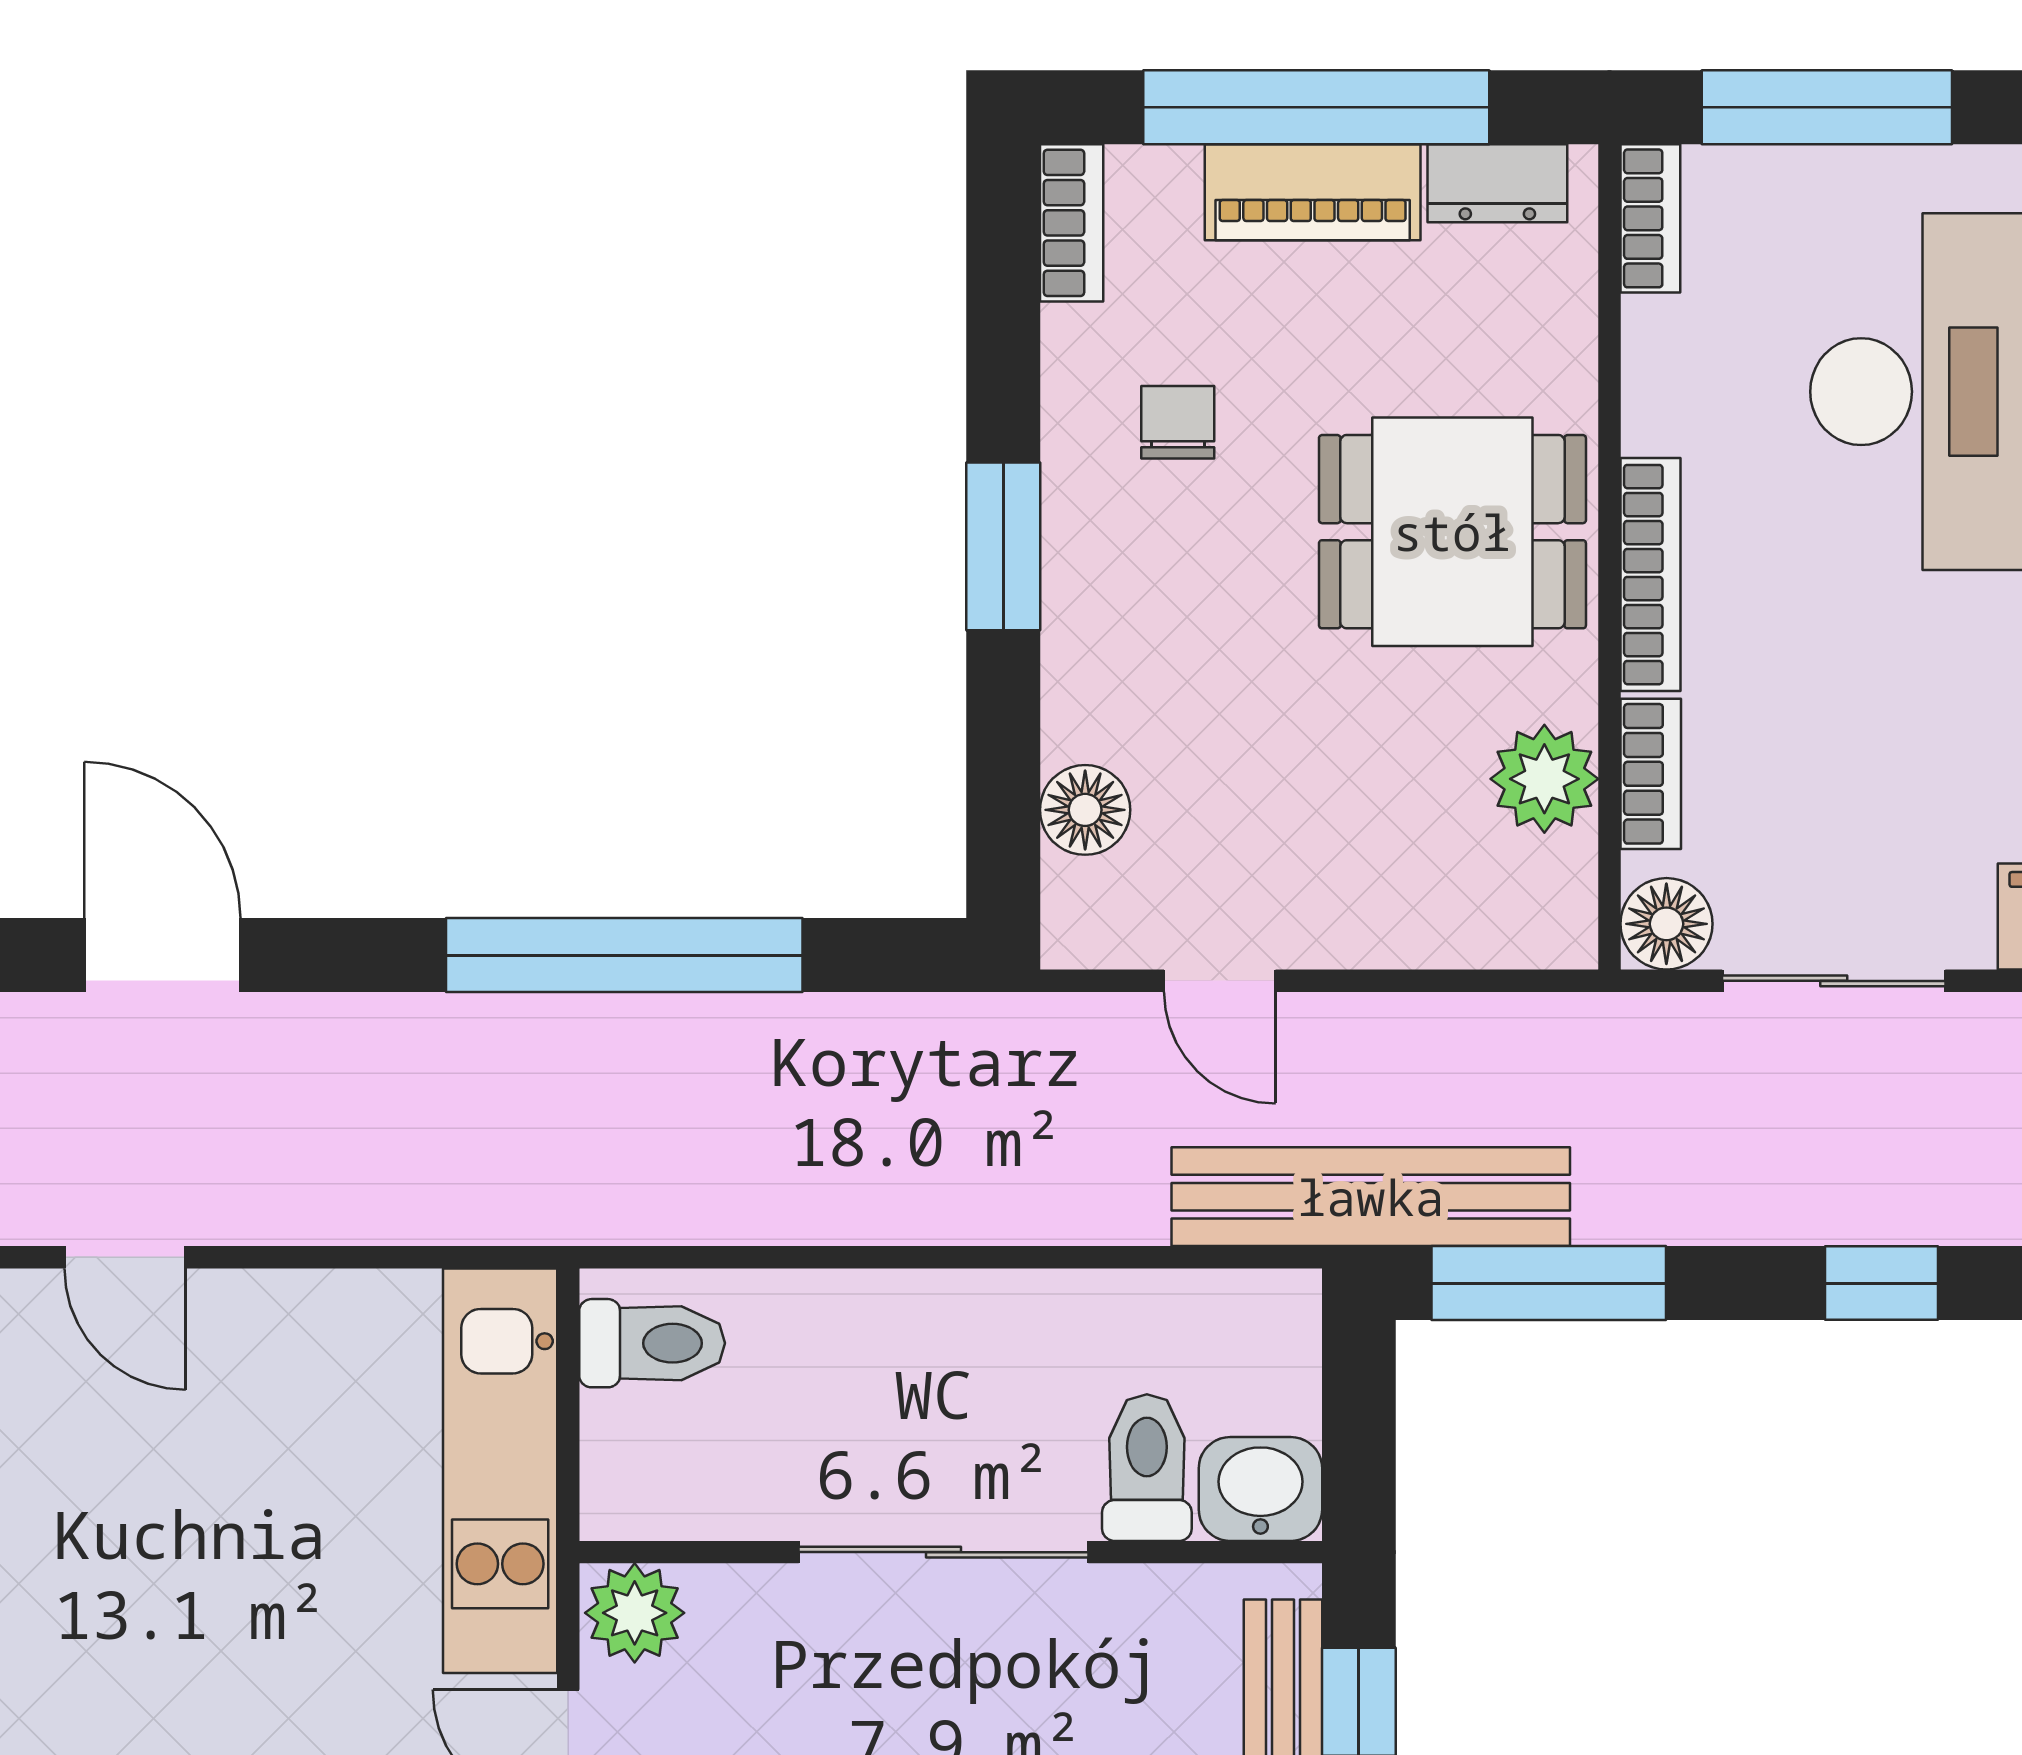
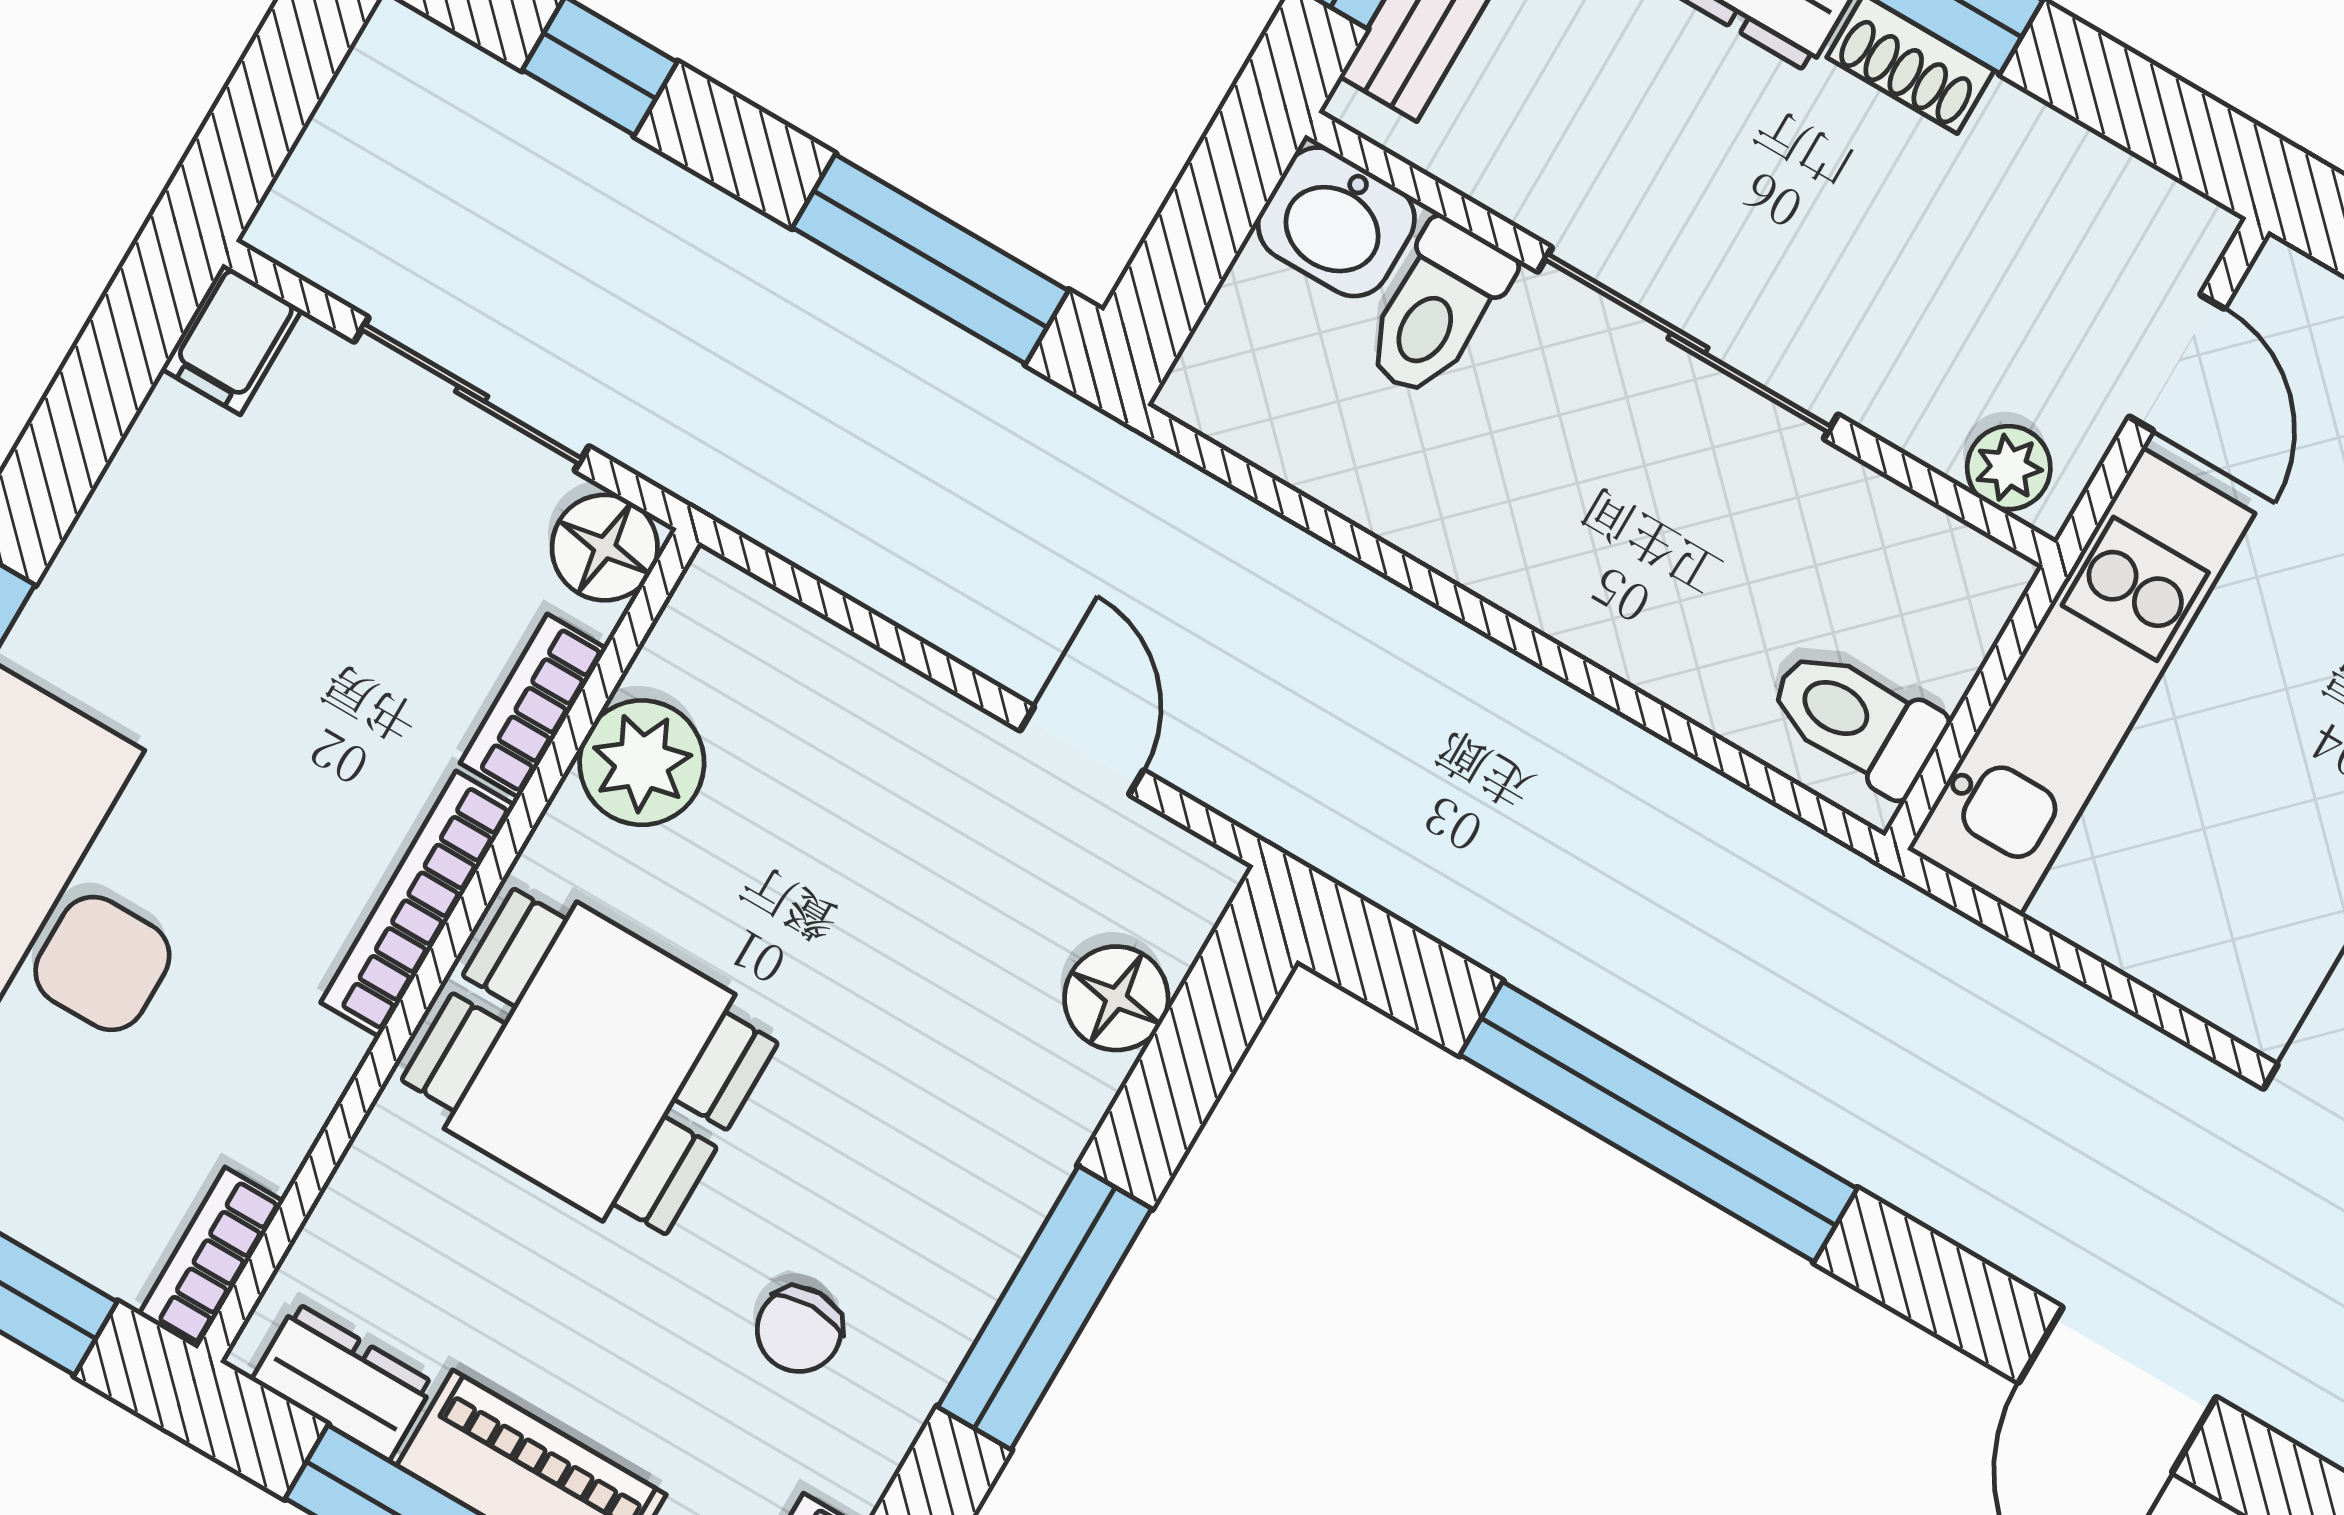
window: (1003, 546) -> (1045, 1308), width x1.44
bench: (1371, 1197) -> (1057, 448), removed
plant: (635, 1613) -> (2009, 468), width x0.73, depth x0.73

